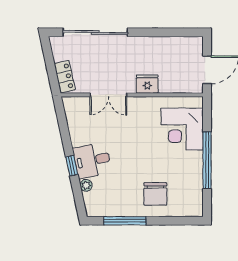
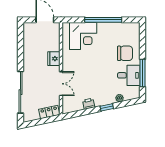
printer: (77, 138) -> (89, 104), added
desk: (92, 160) -> (129, 75), moved, turned -78

